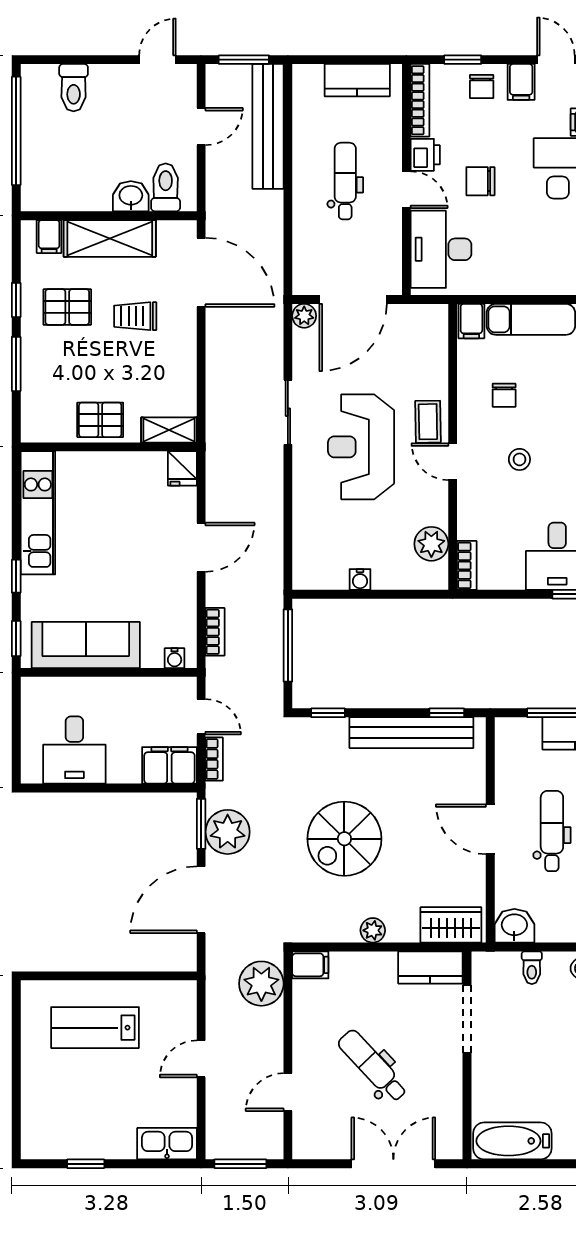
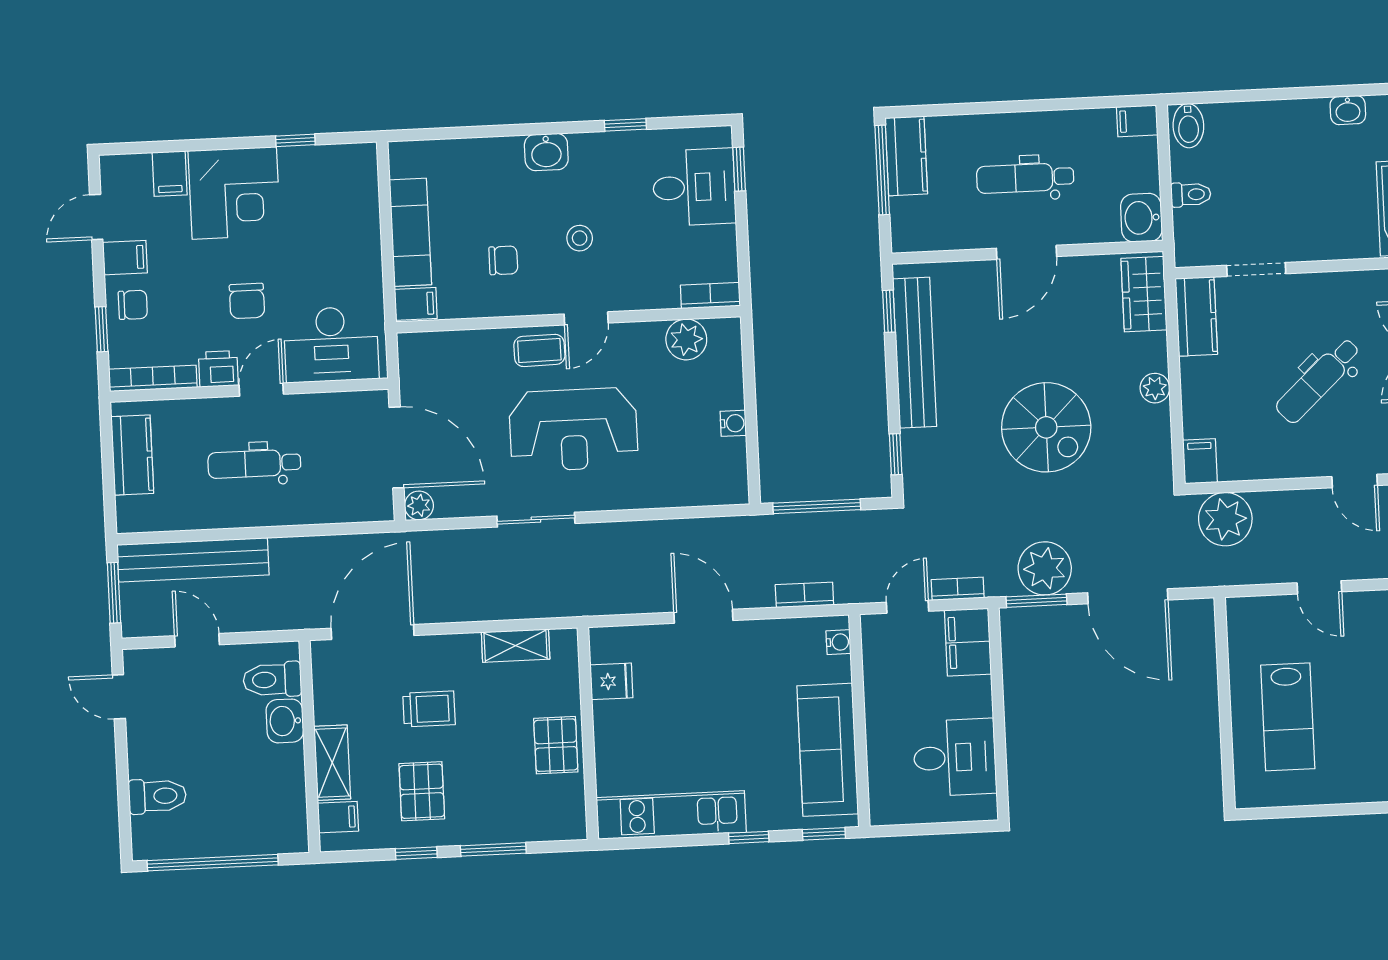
shelving: (110, 238) -> (332, 763), width x0.67, depth x0.75
trolley: (135, 316) -> (429, 709), turned -90
shelving: (169, 430) -> (516, 646), moved, turned 90
fridge: (182, 468) -> (611, 681), moved
doorway: (467, 1019) -> (1256, 269), width x0.73

